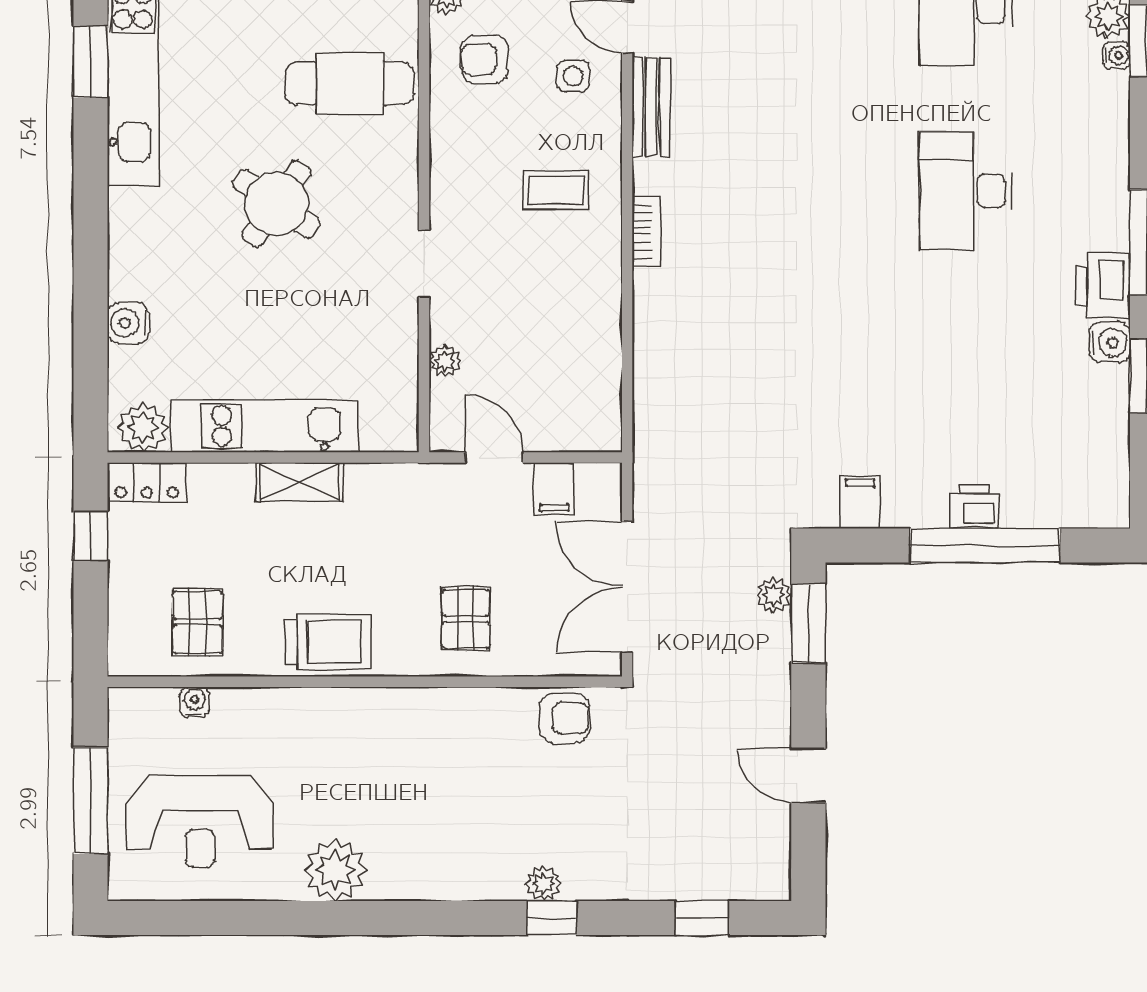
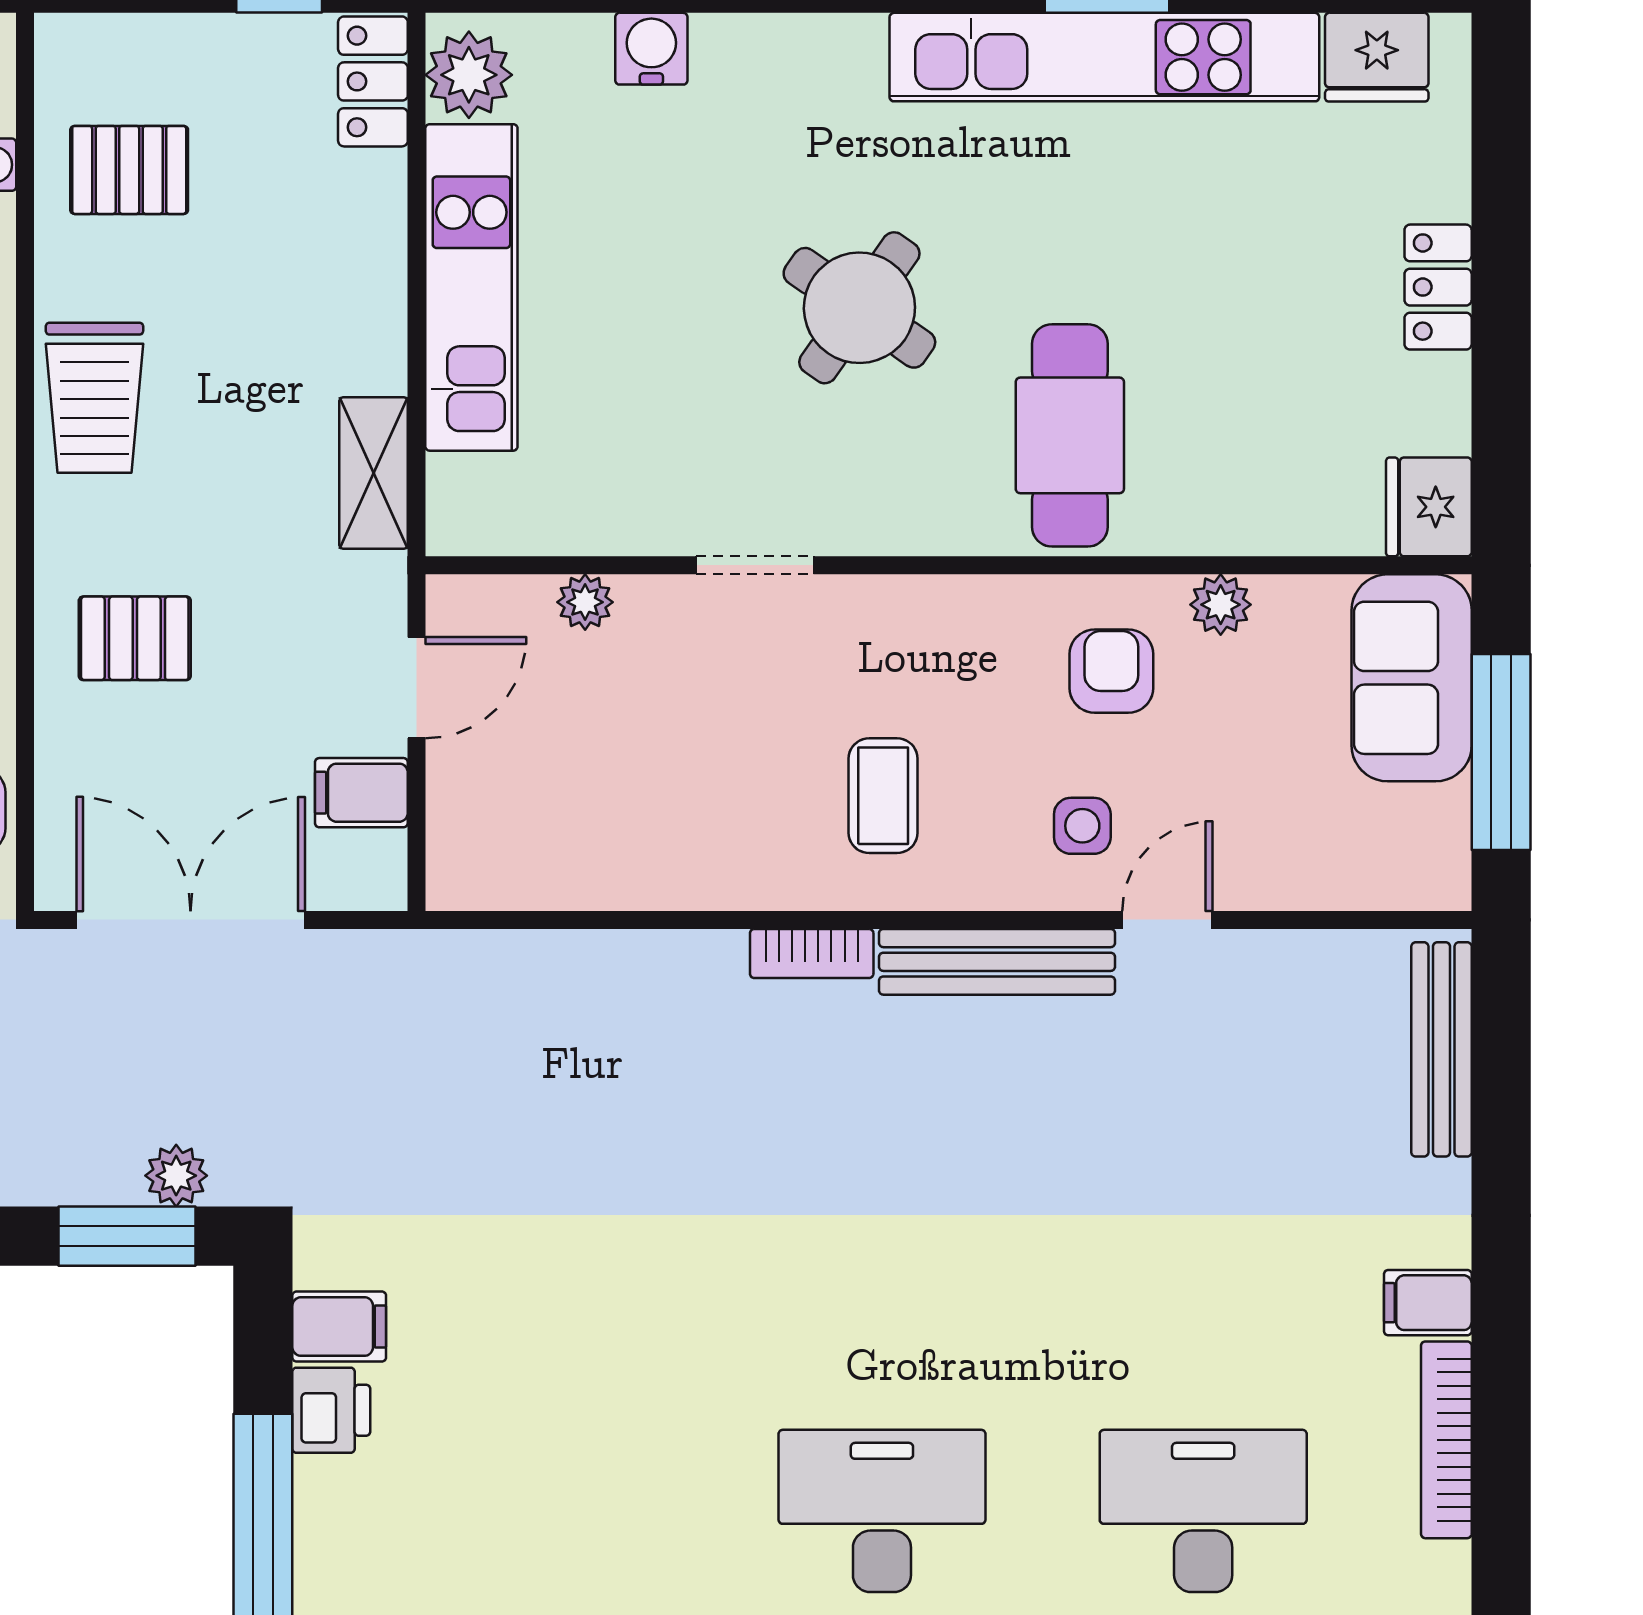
bench: (651, 107) -> (997, 962), width x1.36
shelving: (300, 482) -> (374, 473), moved
printer: (974, 506) -> (331, 1410), moved

